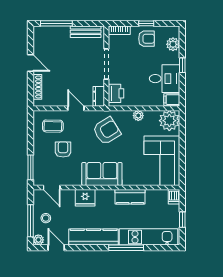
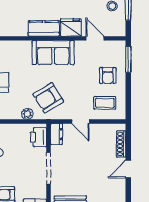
door: (31, 63) -> (128, 169), hinge flipped
plant: (138, 116) -> (27, 114), moved
armchair: (63, 149) -> (108, 75), moved
door: (52, 187) -> (95, 38), moved
kitchen counter: (130, 197) -> (44, 28), moved

